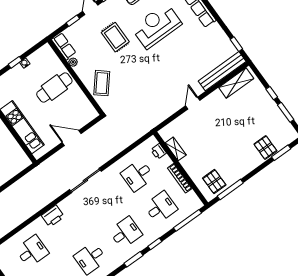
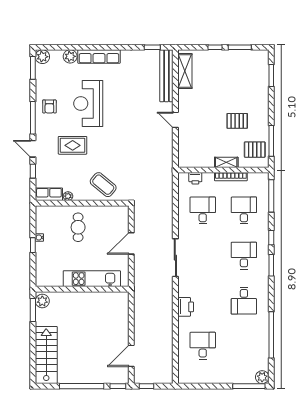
cafe table: (54, 88) -> (78, 227), width x0.73, depth x0.74
pallet: (265, 147) -> (237, 121), moved
shelving: (176, 149) -> (226, 162), moved
desk: (138, 175) -> (203, 210), turned 180

